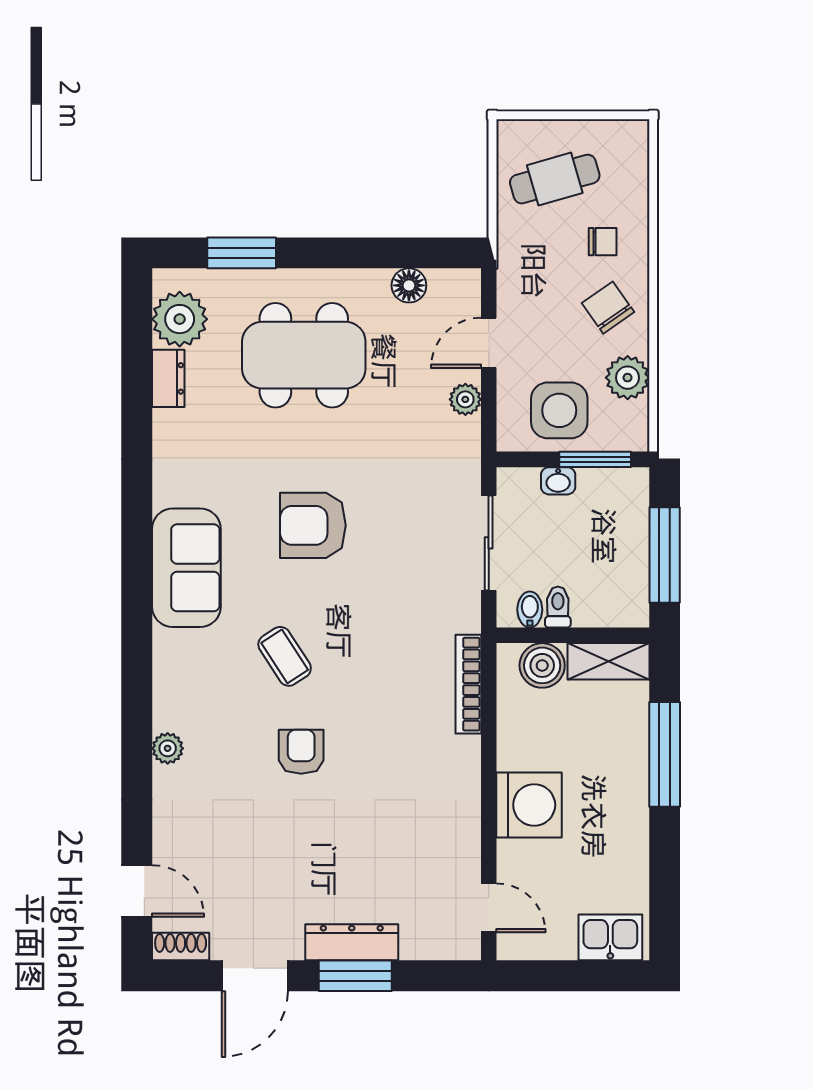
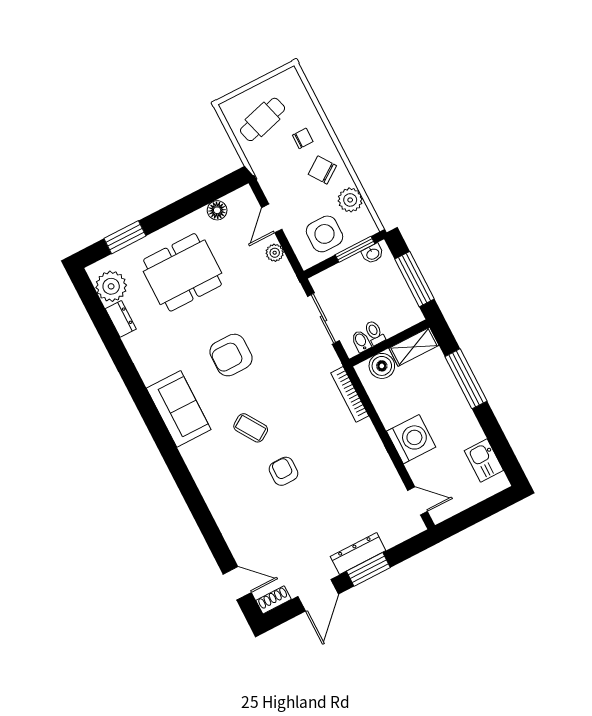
washbasin: (558, 481) -> (373, 254), moved
plant: (168, 748) -> (216, 504), removed
kitchen sink: (610, 937) -> (484, 461), moved, turned -90

